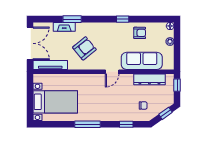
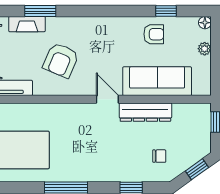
window: (123, 19) -> (166, 11), moved
armchair: (84, 48) -> (61, 60), turned 152
door: (112, 72) -> (107, 99), swing flipped
dresser: (149, 79) -> (145, 112), moved

